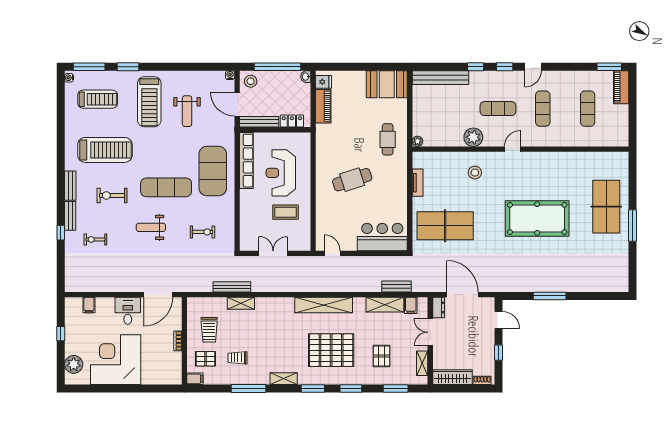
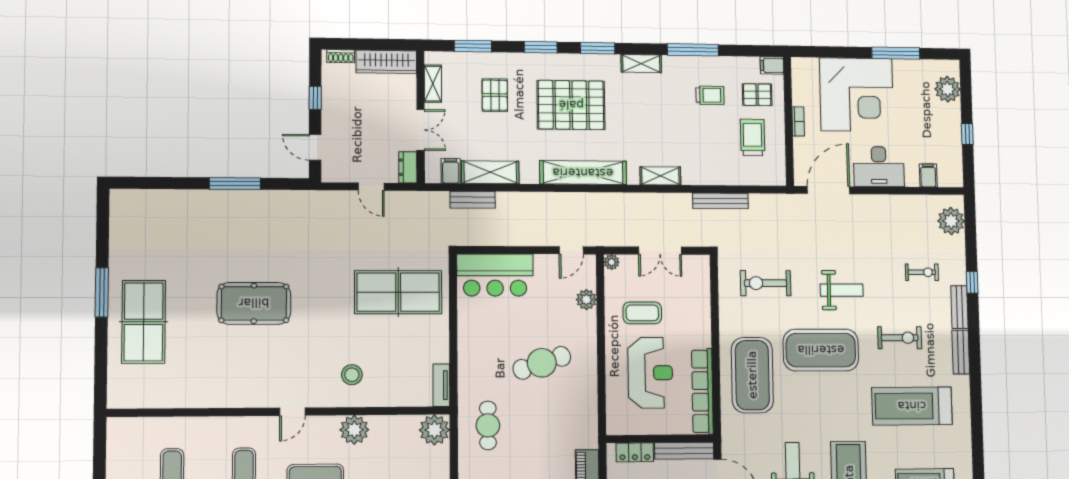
plant: (417, 141) -> (434, 430), width x1.88, depth x1.88
tv unit: (418, 183) -> (441, 385), moved
exercise mat: (166, 187) -> (821, 350), width x1.47
pool table: (537, 218) -> (254, 303), width x0.73, depth x0.76
plant: (322, 221) -> (586, 300), added
exercise bike: (203, 232) -> (766, 283), width x1.38, depth x1.39
plant: (305, 246) -> (612, 262), added
door: (332, 253) -> (571, 250), hinge flipped
plant: (74, 274) -> (951, 221), added
door: (462, 295) -> (371, 187), width x0.53
shelving: (241, 303) -> (660, 176), moved
desk: (128, 311) -> (879, 167), width x1.37
corner desk: (116, 360) -> (857, 95), moved
window: (109, 389) -> (896, 53), added

